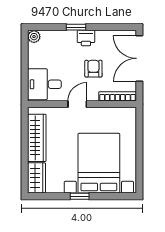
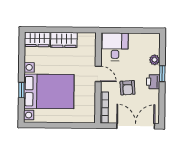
plant: (34, 37) -> (155, 60), moved
armchair: (93, 69) -> (128, 88), turned 86
wardrobe: (37, 138) -> (64, 40), width x0.67
window: (80, 196) -> (21, 90), moved

